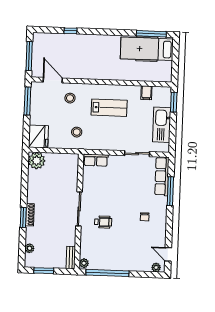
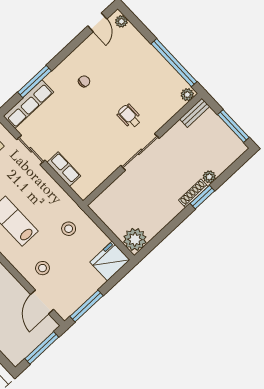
row of seats: (96, 160) -> (64, 169), moved
plant: (30, 248) -> (209, 177), moved
window: (44, 271) -> (233, 126), width x1.44

